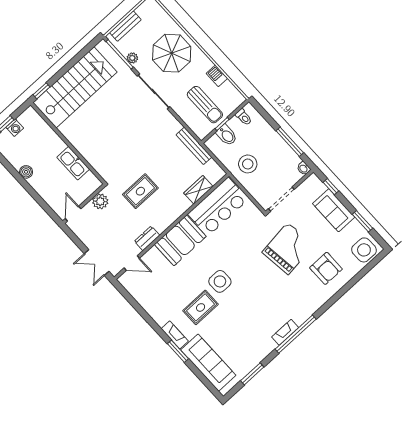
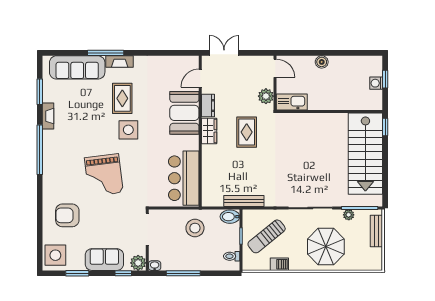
sun lounger: (205, 105) -> (267, 236), turned -39
bidet: (227, 135) -> (230, 217), moved
kitchen sink: (73, 163) -> (292, 102), moved
boiler: (26, 172) -> (322, 62), moved
plant: (313, 183) -> (138, 263), added
wardrobe: (198, 190) -> (209, 131), moved
booth: (180, 240) -> (184, 113), moved
grand piano: (288, 249) -> (104, 175), moved
fireplace: (285, 332) -> (48, 116), moved
window: (178, 351) -> (106, 53), width x1.44

